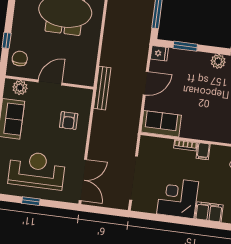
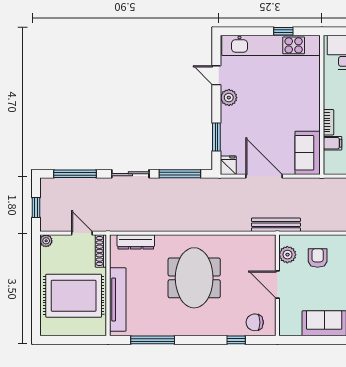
door: (146, 83) -> (264, 176), width x1.36
plant: (20, 88) -> (287, 255), moved
armchair: (69, 121) -> (318, 258), turned -90
filing cabinet: (203, 151) -> (333, 143), moved

